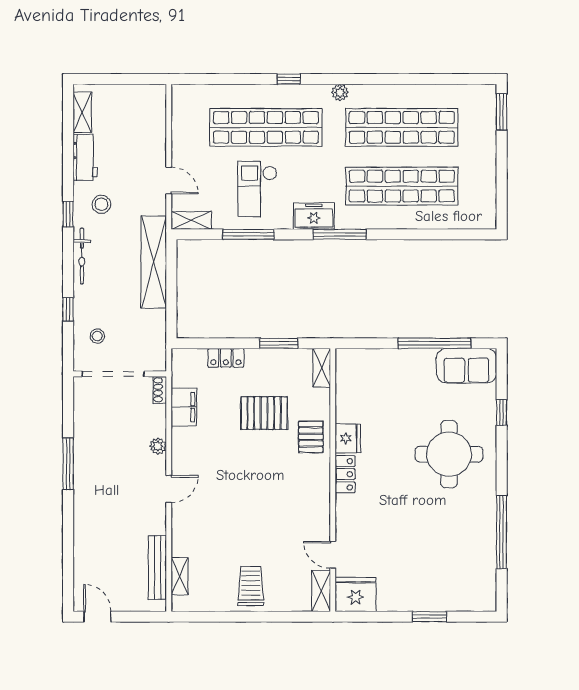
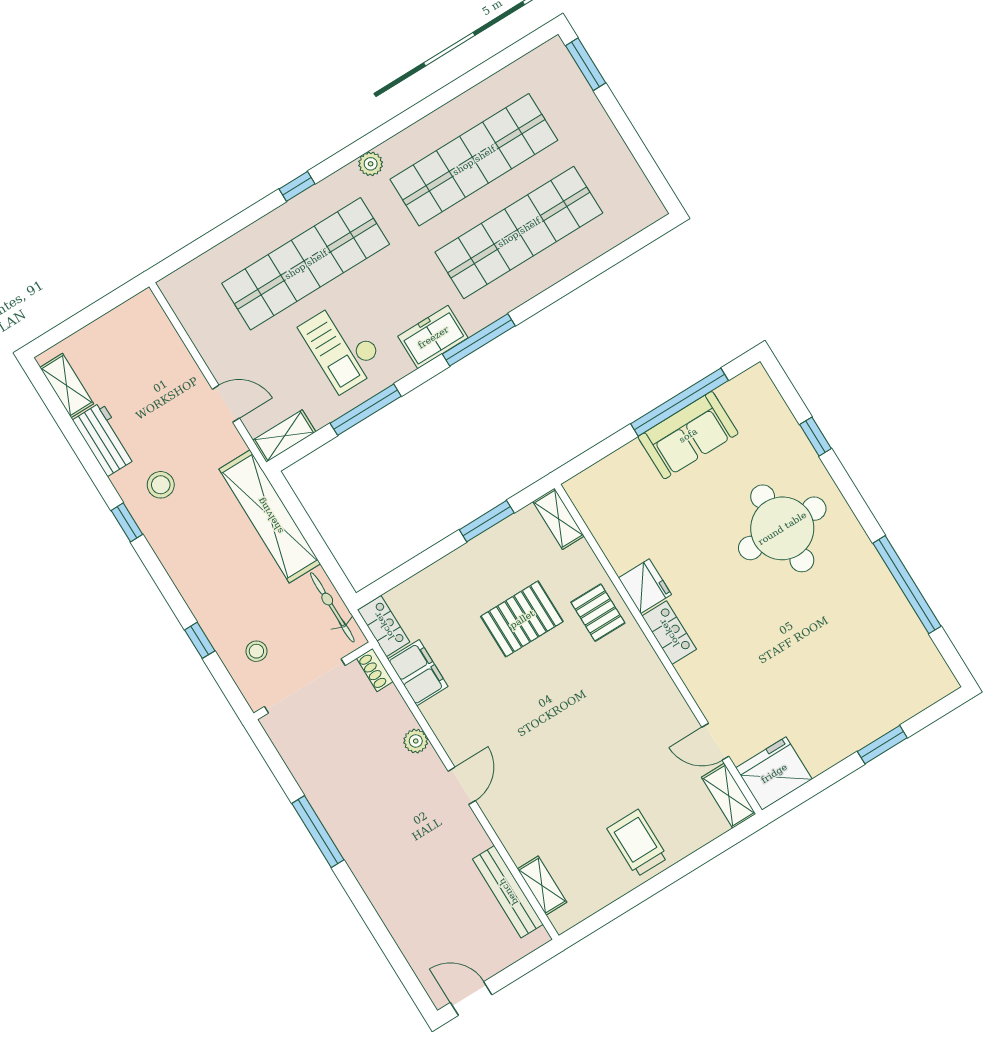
bicycle: (82, 256) -> (332, 607), moved, turned 180
locker: (226, 358) -> (384, 626), moved, turned -90
sofa: (466, 366) -> (688, 435), moved

